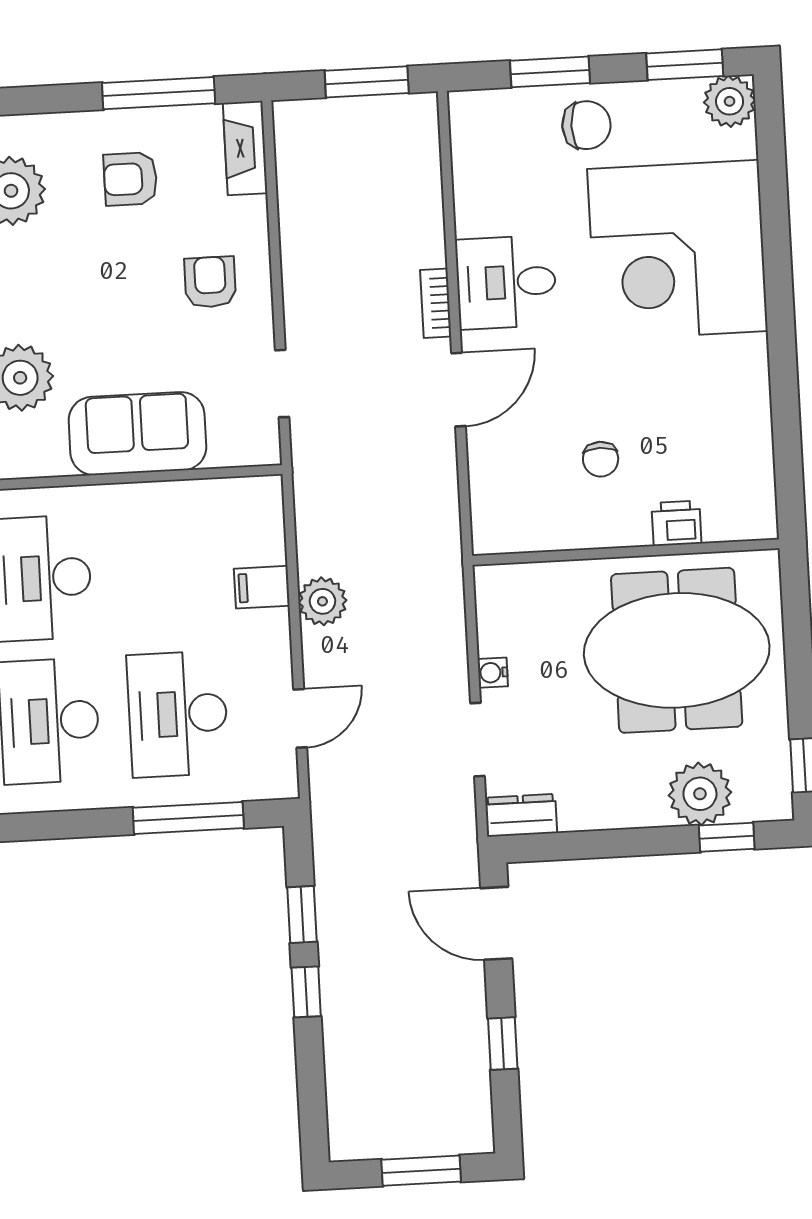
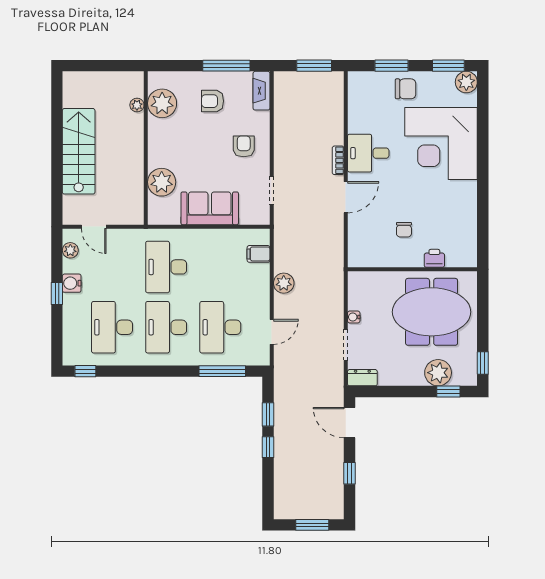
filing cabinet: (262, 587) -> (259, 254), moved

